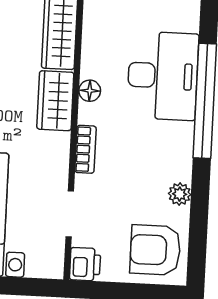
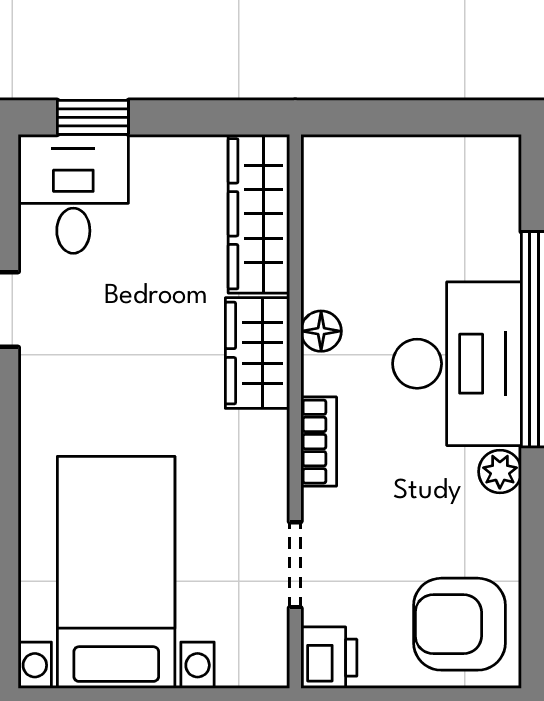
desk: (163, 76) -> (457, 364), moved
plant: (180, 194) -> (500, 472), moved

